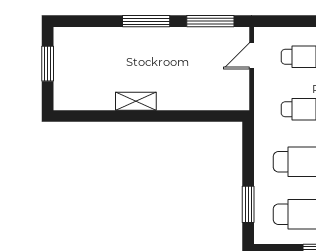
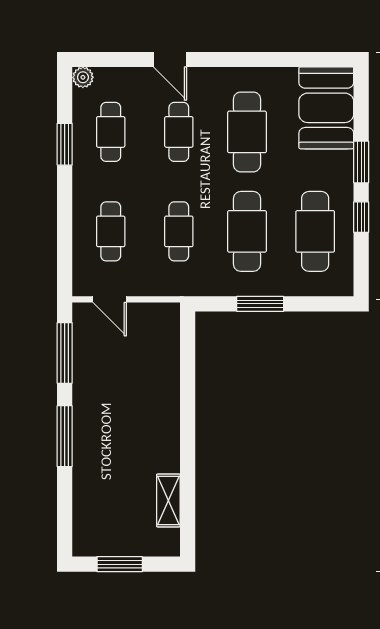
shelving: (136, 101) -> (168, 500), moved
window: (248, 204) -> (260, 304), moved

